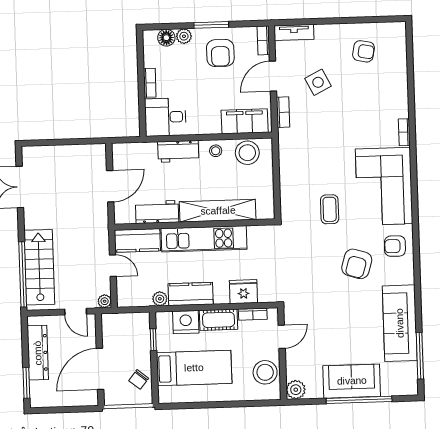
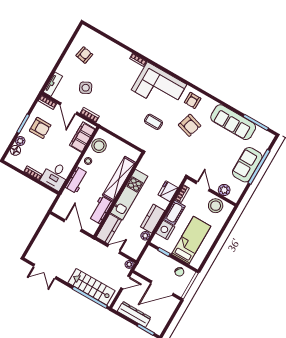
door: (100, 369) -> (162, 288), hinge flipped
plant: (296, 390) -> (224, 190), moved

